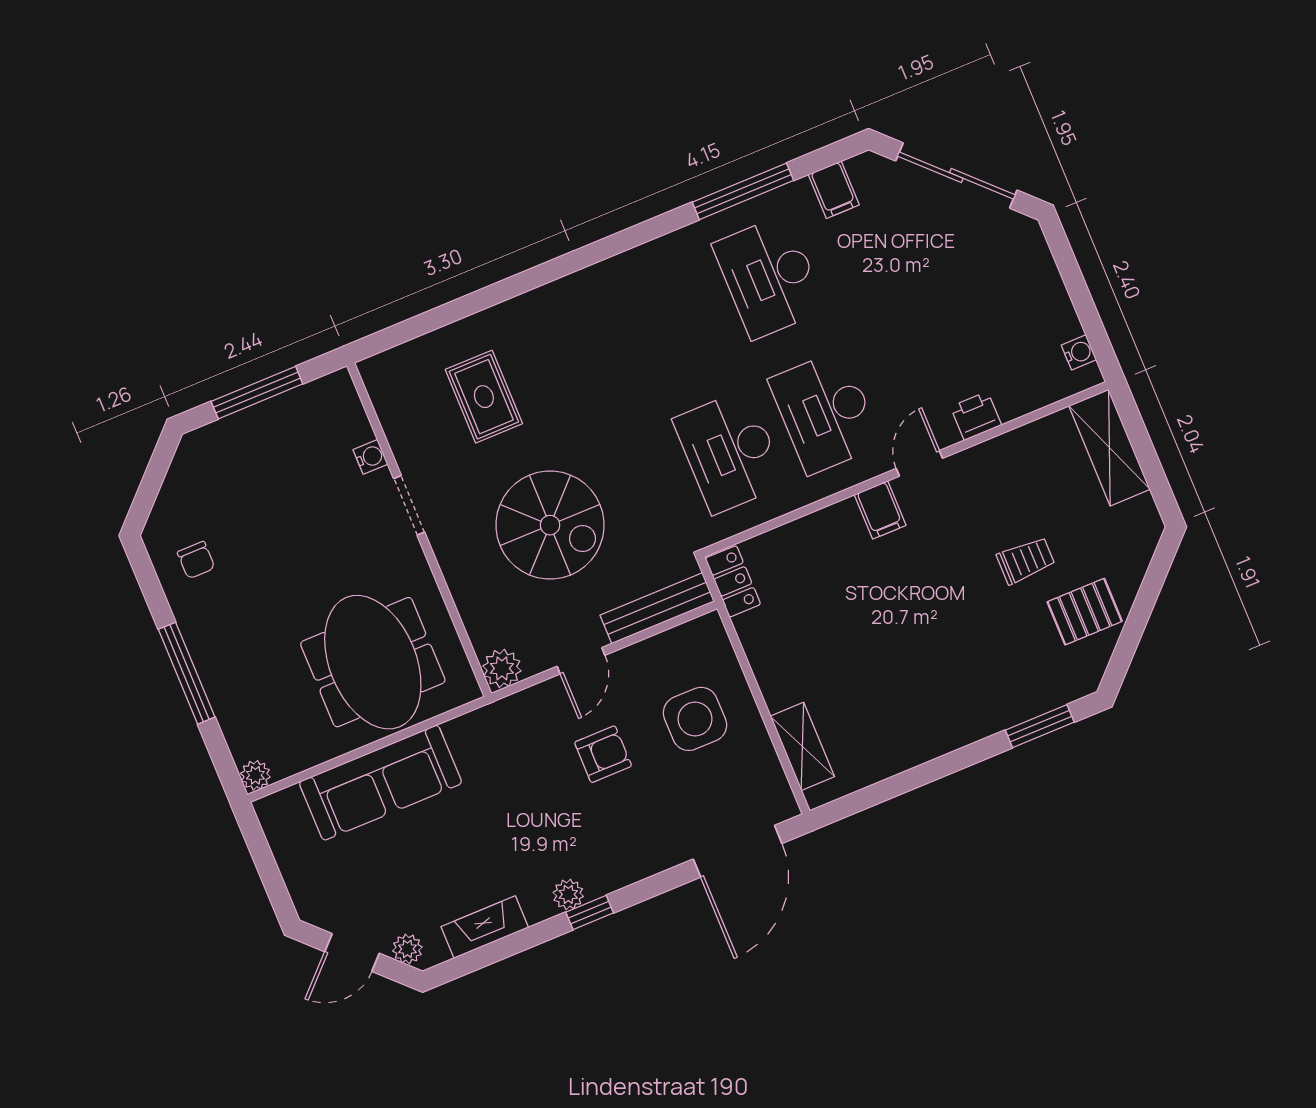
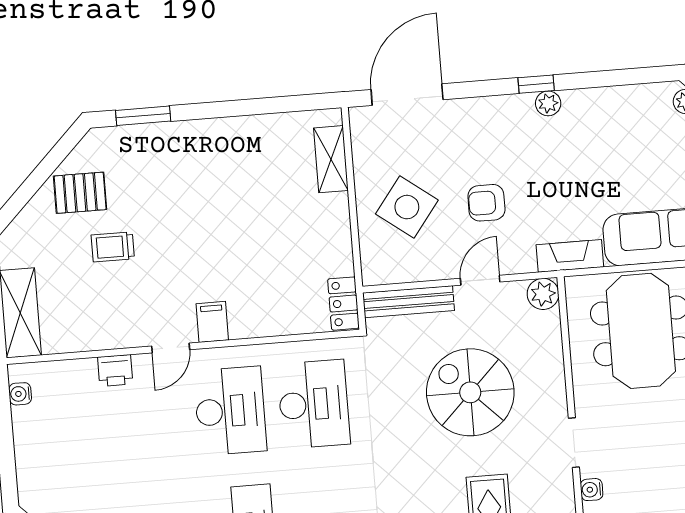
side table: (695, 719) -> (407, 207), turned 37
fireplace: (485, 927) -> (570, 256), moved, turned 180

